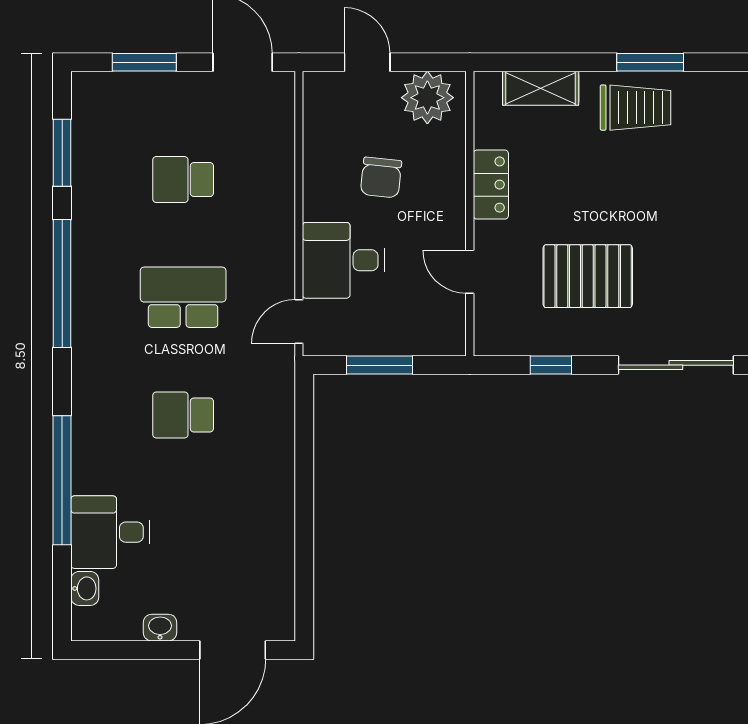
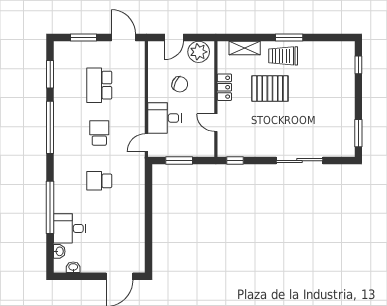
door: (367, 62) -> (174, 38), swing flipped
trolley: (636, 108) -> (283, 56), turned 180
chair: (381, 177) -> (180, 84), turned -70
school desk: (183, 180) -> (99, 85), width x1.85
pallet: (588, 276) -> (270, 89), moved
school desk: (183, 297) -> (99, 133), width x0.54
window: (551, 365) -> (235, 161), moved
washbasin: (160, 628) -> (73, 267), moved

